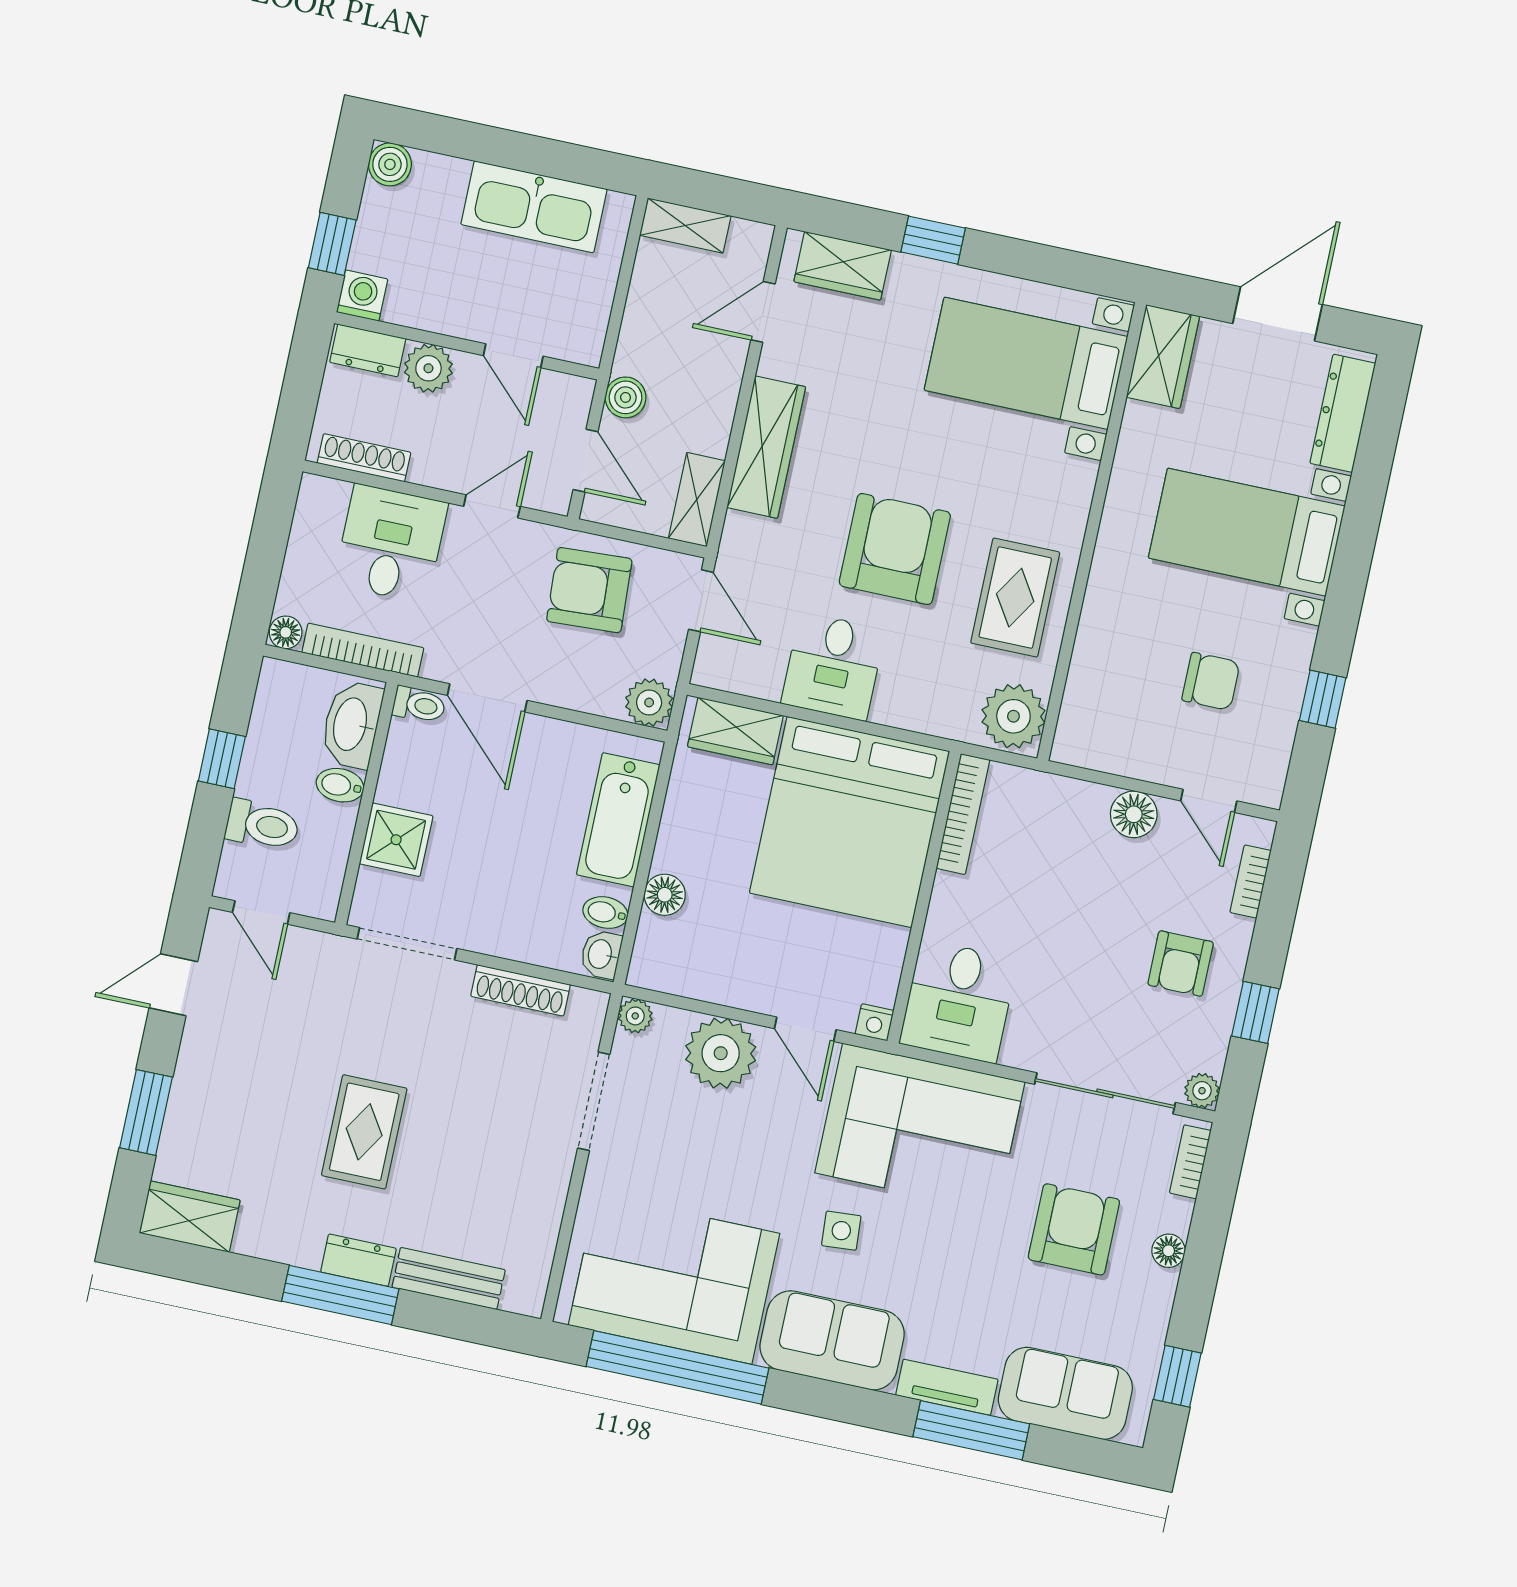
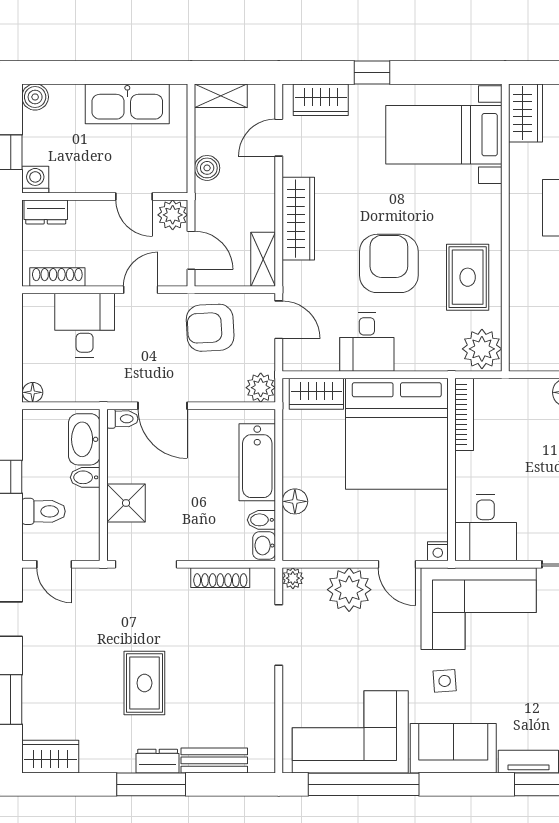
plant: (428, 368) -> (173, 215), moved
boiler: (625, 397) -> (207, 168), moved
bookcase: (363, 650) -> (81, 393), removed

